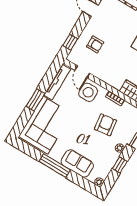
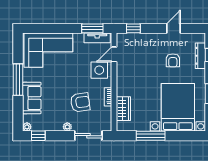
armchair: (95, 44) -> (173, 60), moved
tv unit: (57, 82) -> (97, 38), width x0.71
window: (35, 100) -> (92, 28), moved
window: (120, 165) -> (38, 136), moved

